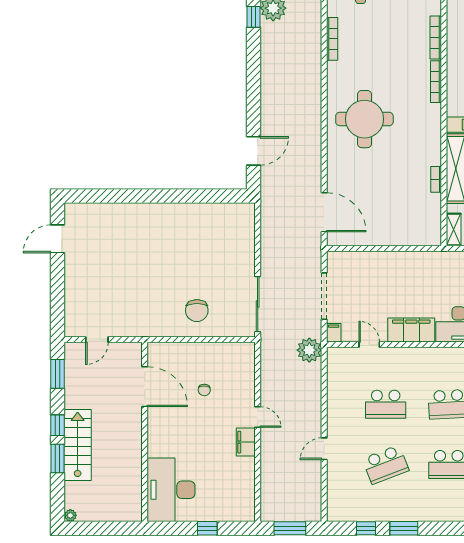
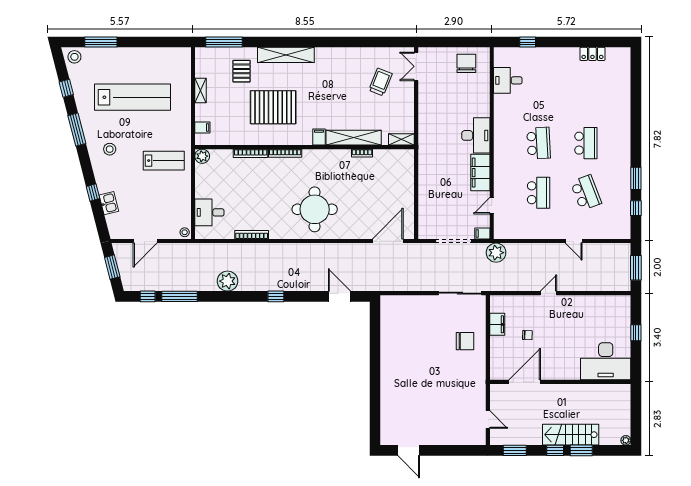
window: (254, 17) -> (276, 296), moved
filing cabinet: (246, 442) -> (497, 324), moved, turned -90

